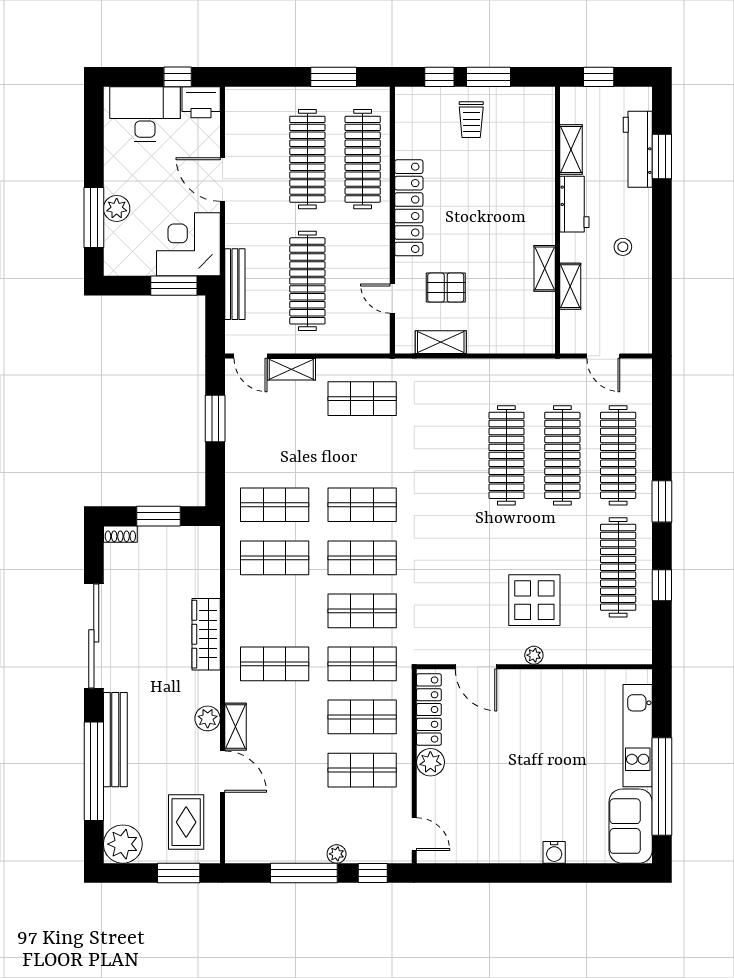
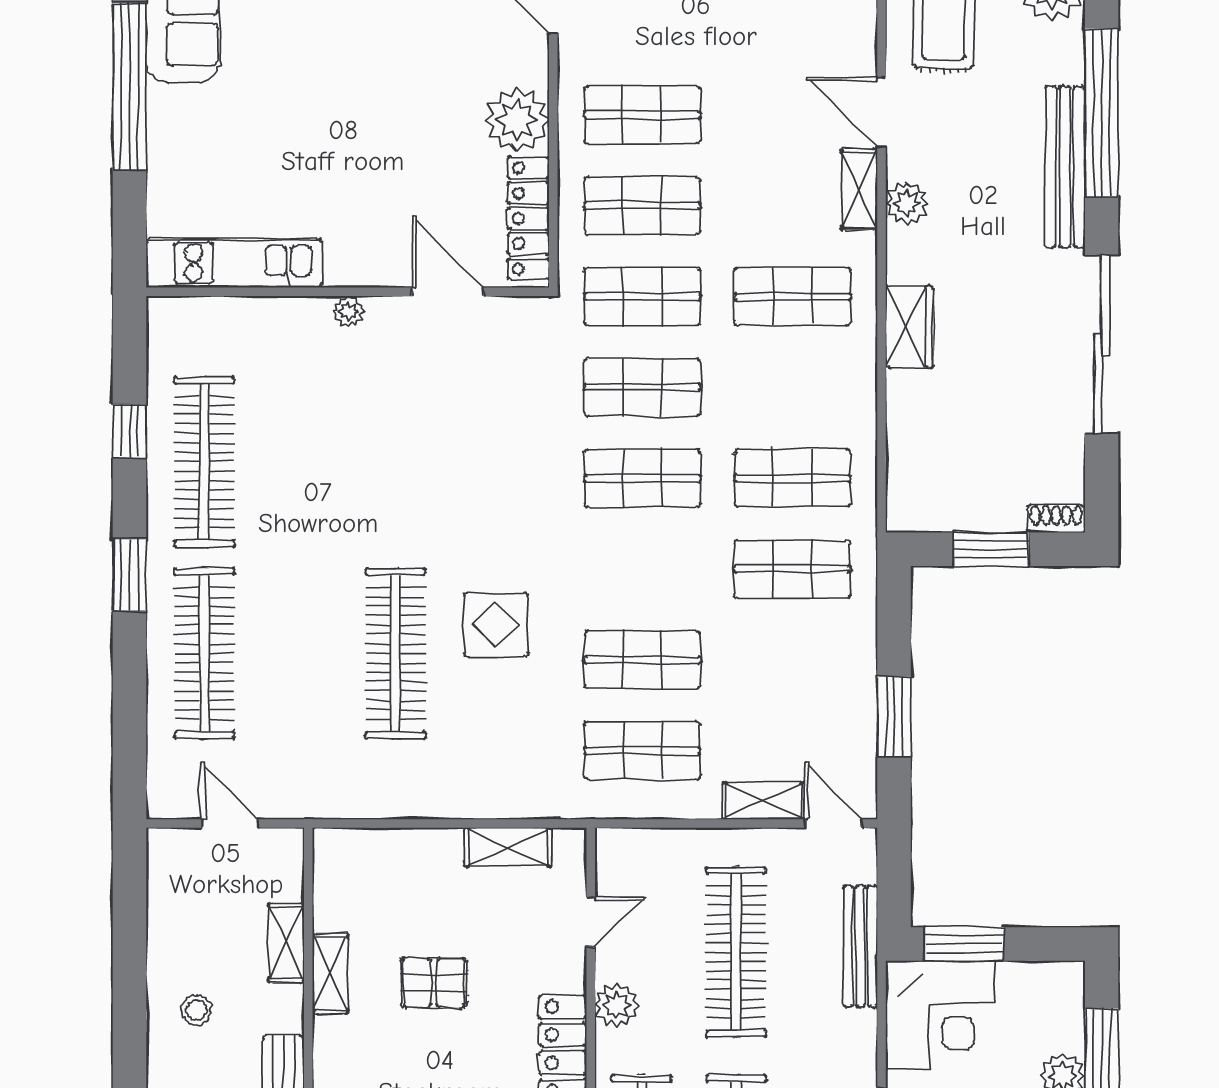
plant: (377, 250) -> (617, 1005), added
pallet: (446, 288) -> (434, 983), moved
door: (392, 299) -> (591, 922), hinge flipped
clothes rail: (562, 455) -> (300, 653), removed
shop shelf: (362, 505) -> (642, 660), moved
display table: (534, 600) -> (496, 625), moved, width x0.73, depth x0.73
wardrobe: (206, 634) -> (909, 327), width x0.67
kitchen unit: (638, 736) -> (234, 263), moved, turned -90
plant: (430, 762) -> (517, 120), width x1.36, depth x1.36

